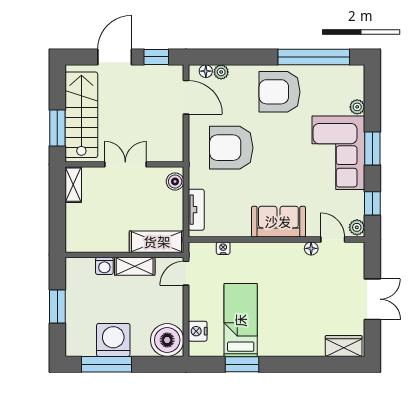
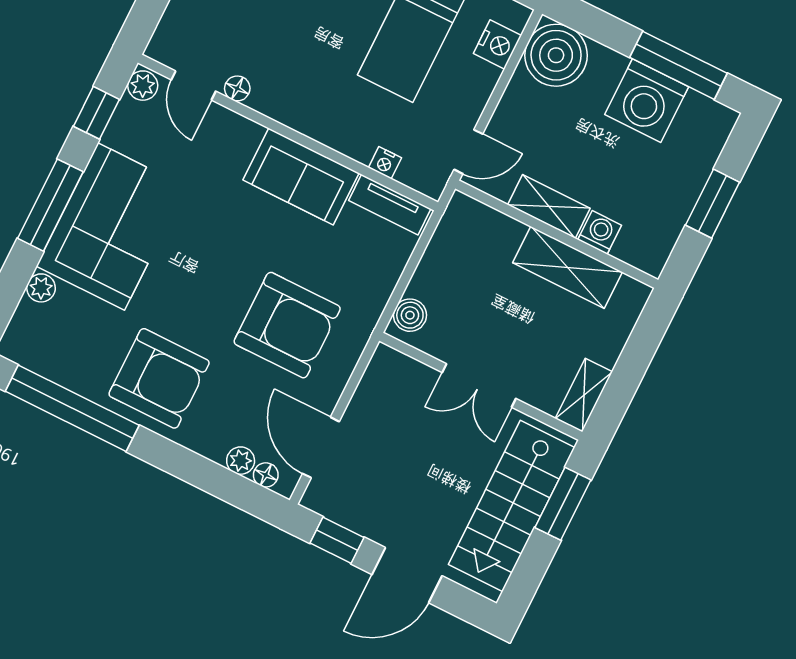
window: (372, 149) -> (50, 205), width x1.44
tv unit: (196, 210) -> (390, 205), moved, turned -90
sofa: (278, 222) -> (301, 177), moved
shelving: (157, 242) -> (568, 267), moved

